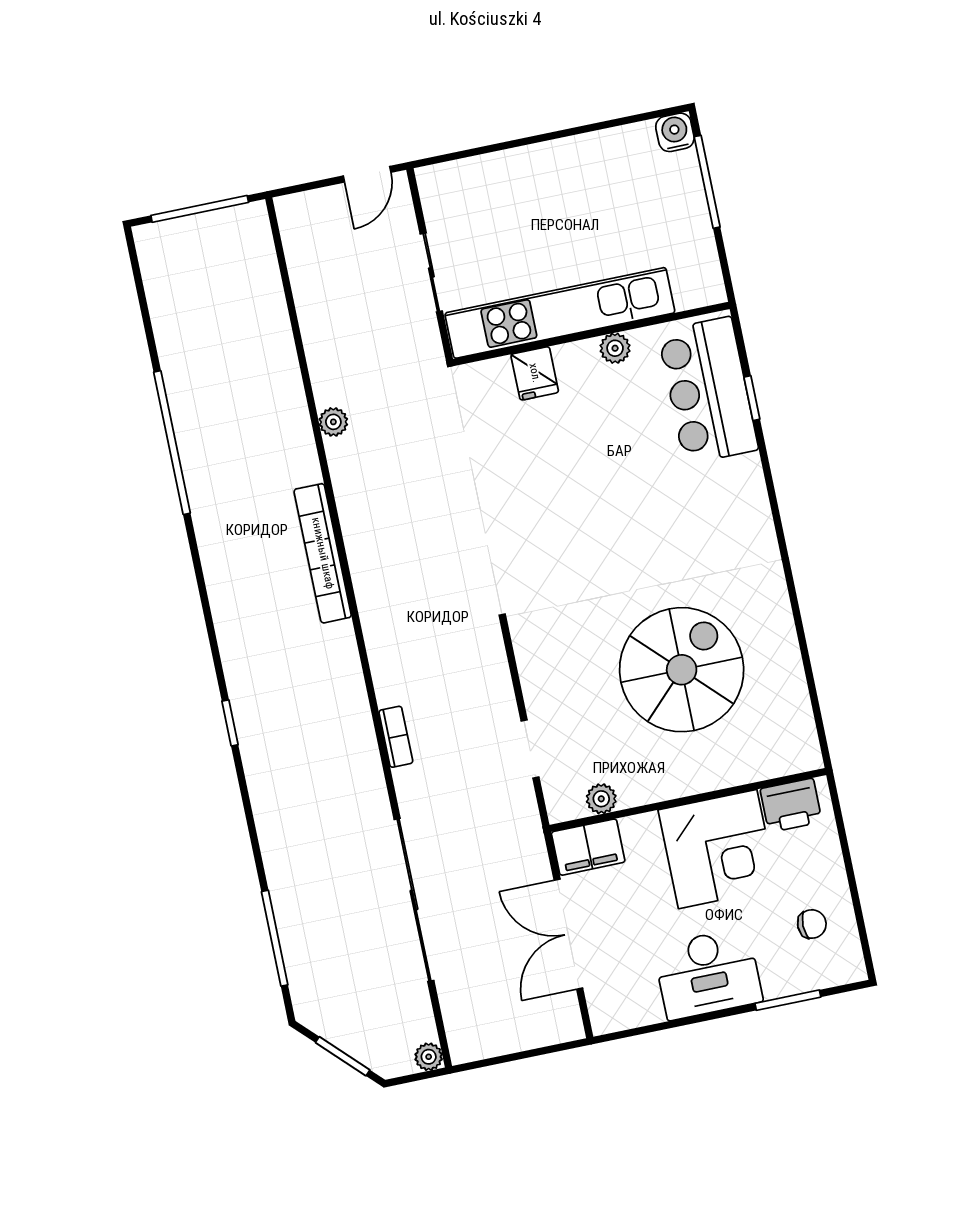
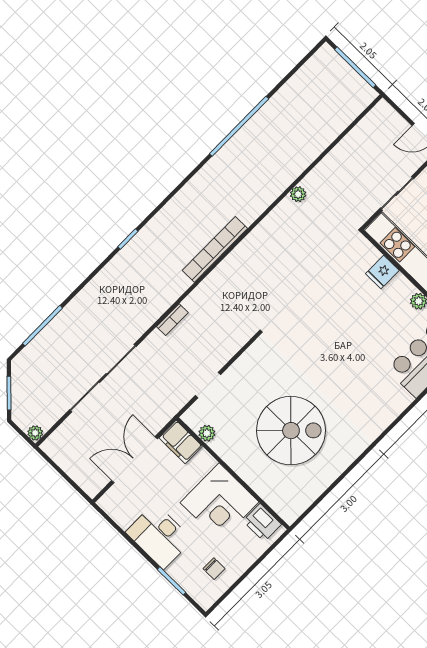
bookcase: (323, 553) -> (215, 249), moved

